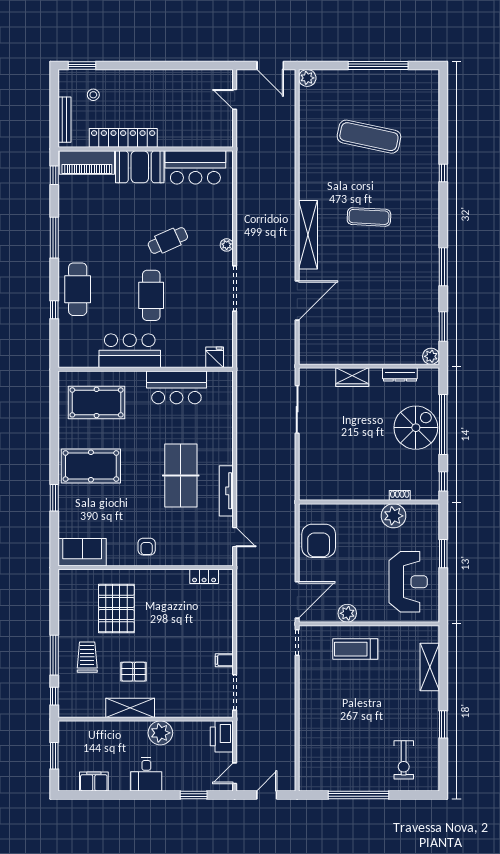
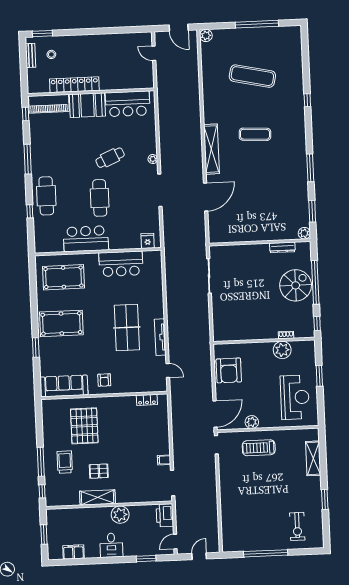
bench: (64, 120) -> (31, 55), moved, width x0.73
wardrobe: (352, 377) -> (248, 251), removed
sofa: (82, 552) -> (64, 386), width x1.36

